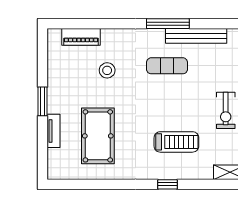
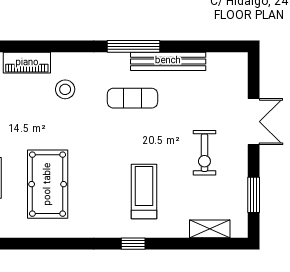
stool: (107, 70) -> (65, 89), moved
treadmill: (176, 142) -> (144, 192), turned -90

